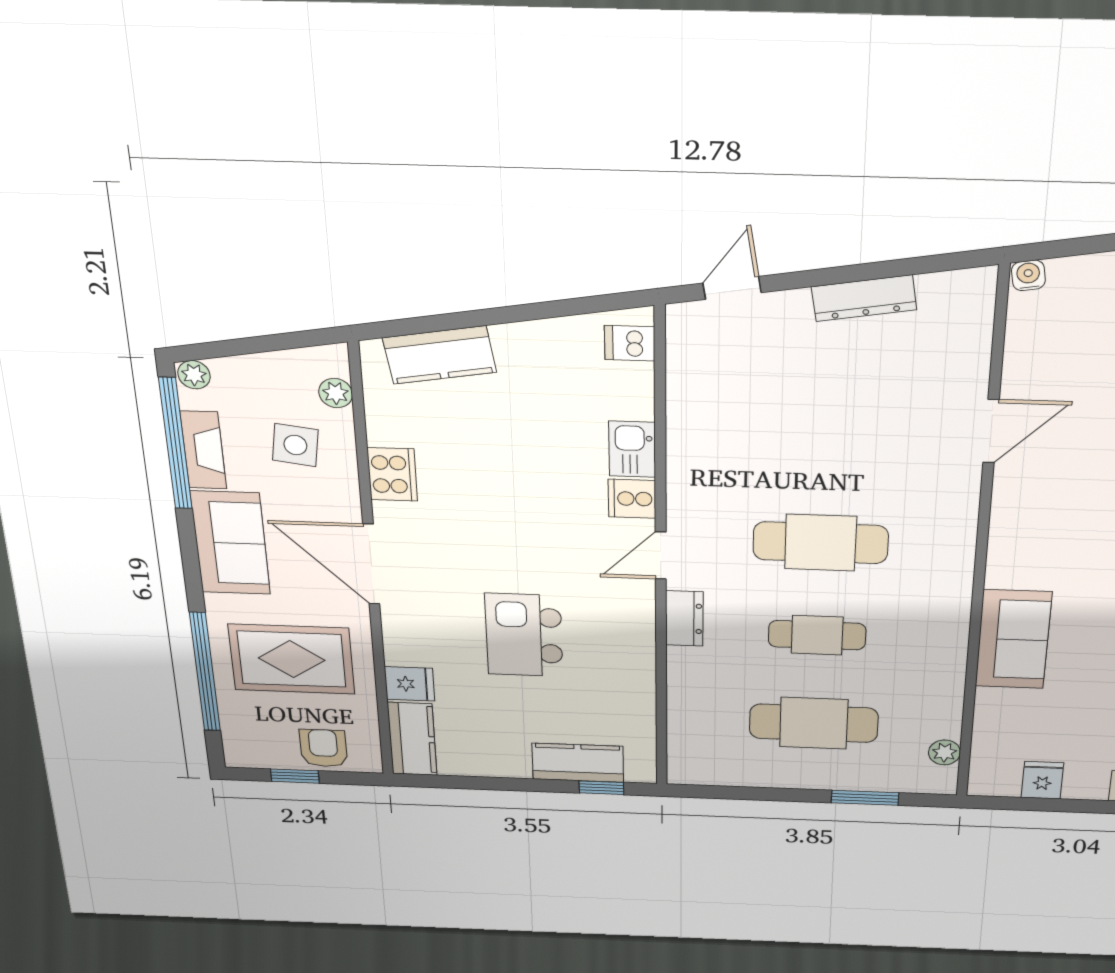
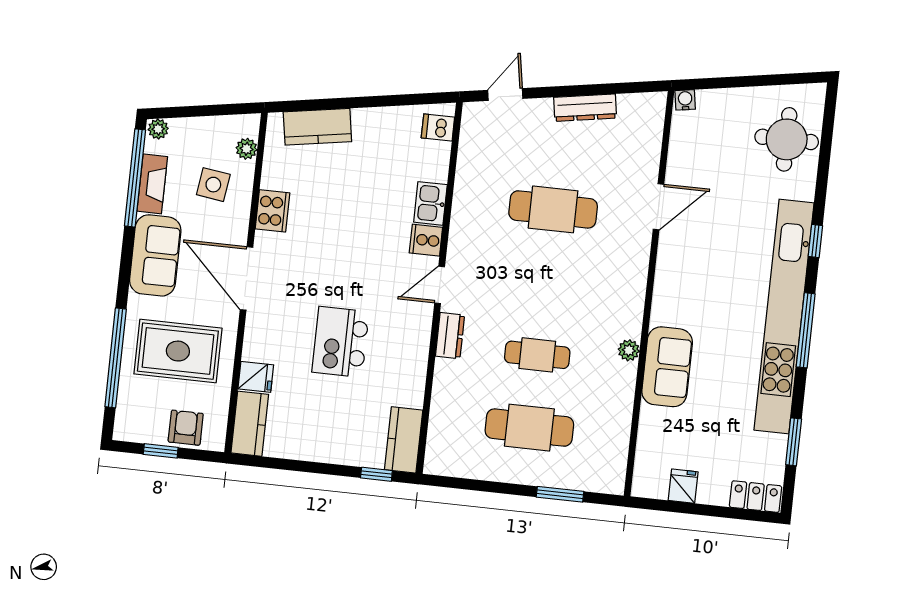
cafe table: (821, 543) -> (553, 209), moved
plant: (944, 752) -> (629, 350), moved
kitchen counter: (578, 763) -> (404, 440), moved, turned -90

